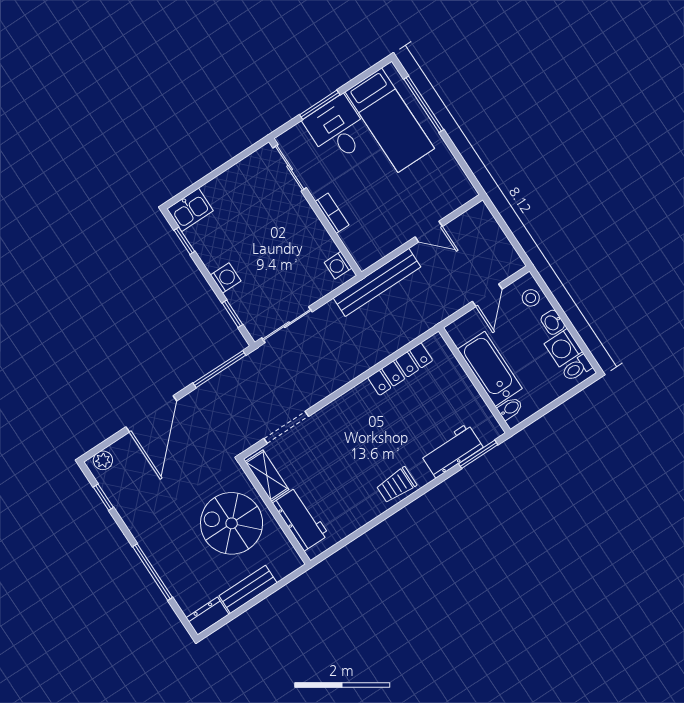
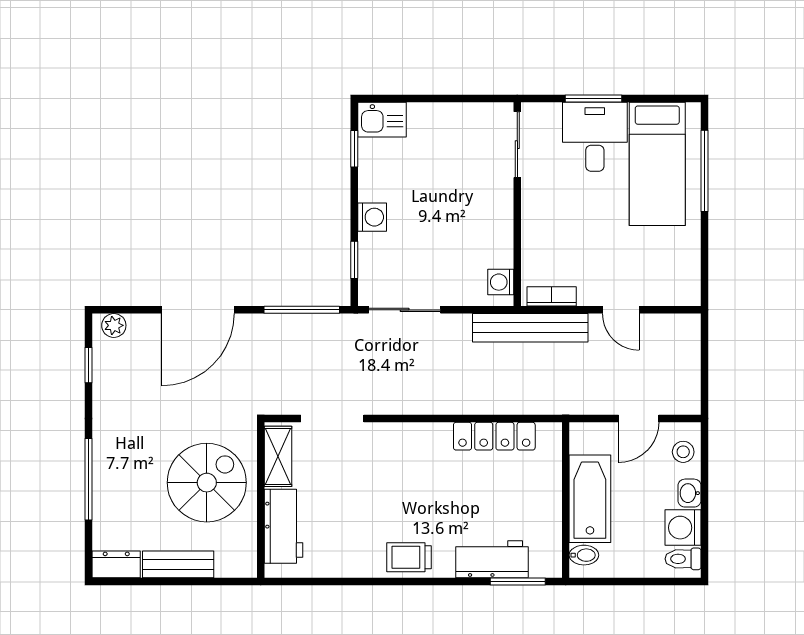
bookcase: (332, 213) -> (552, 296), moved, turned -90
spiral stairs: (232, 523) -> (207, 483), turned 90

